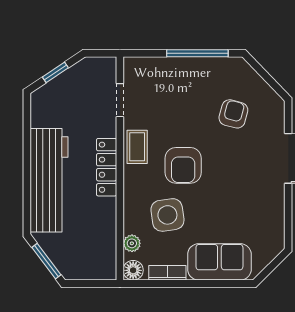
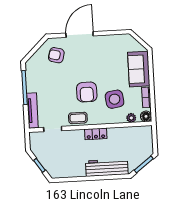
tv unit: (155, 65) -> (32, 110), added
armchair: (233, 114) -> (56, 55), moved
armchair: (183, 165) -> (87, 92), turned 90
locker: (107, 167) -> (96, 134), width x0.66
workbench: (49, 180) -> (107, 168), width x0.73, depth x0.76

